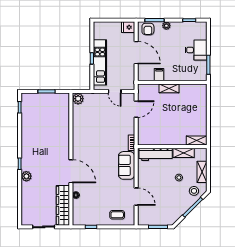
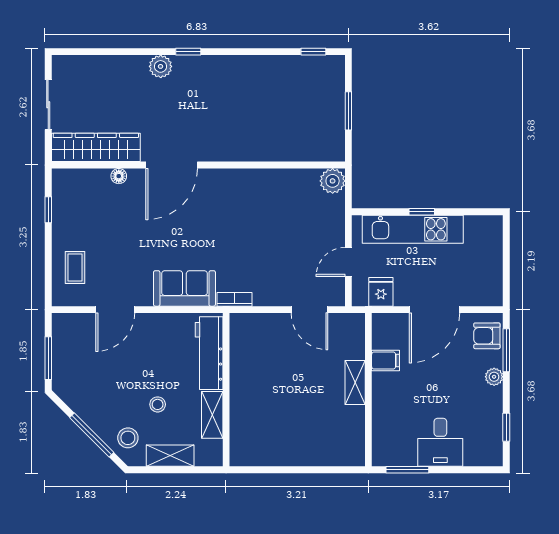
fridge: (128, 27) -> (381, 292), moved
shelving: (197, 141) -> (240, 444), removed

